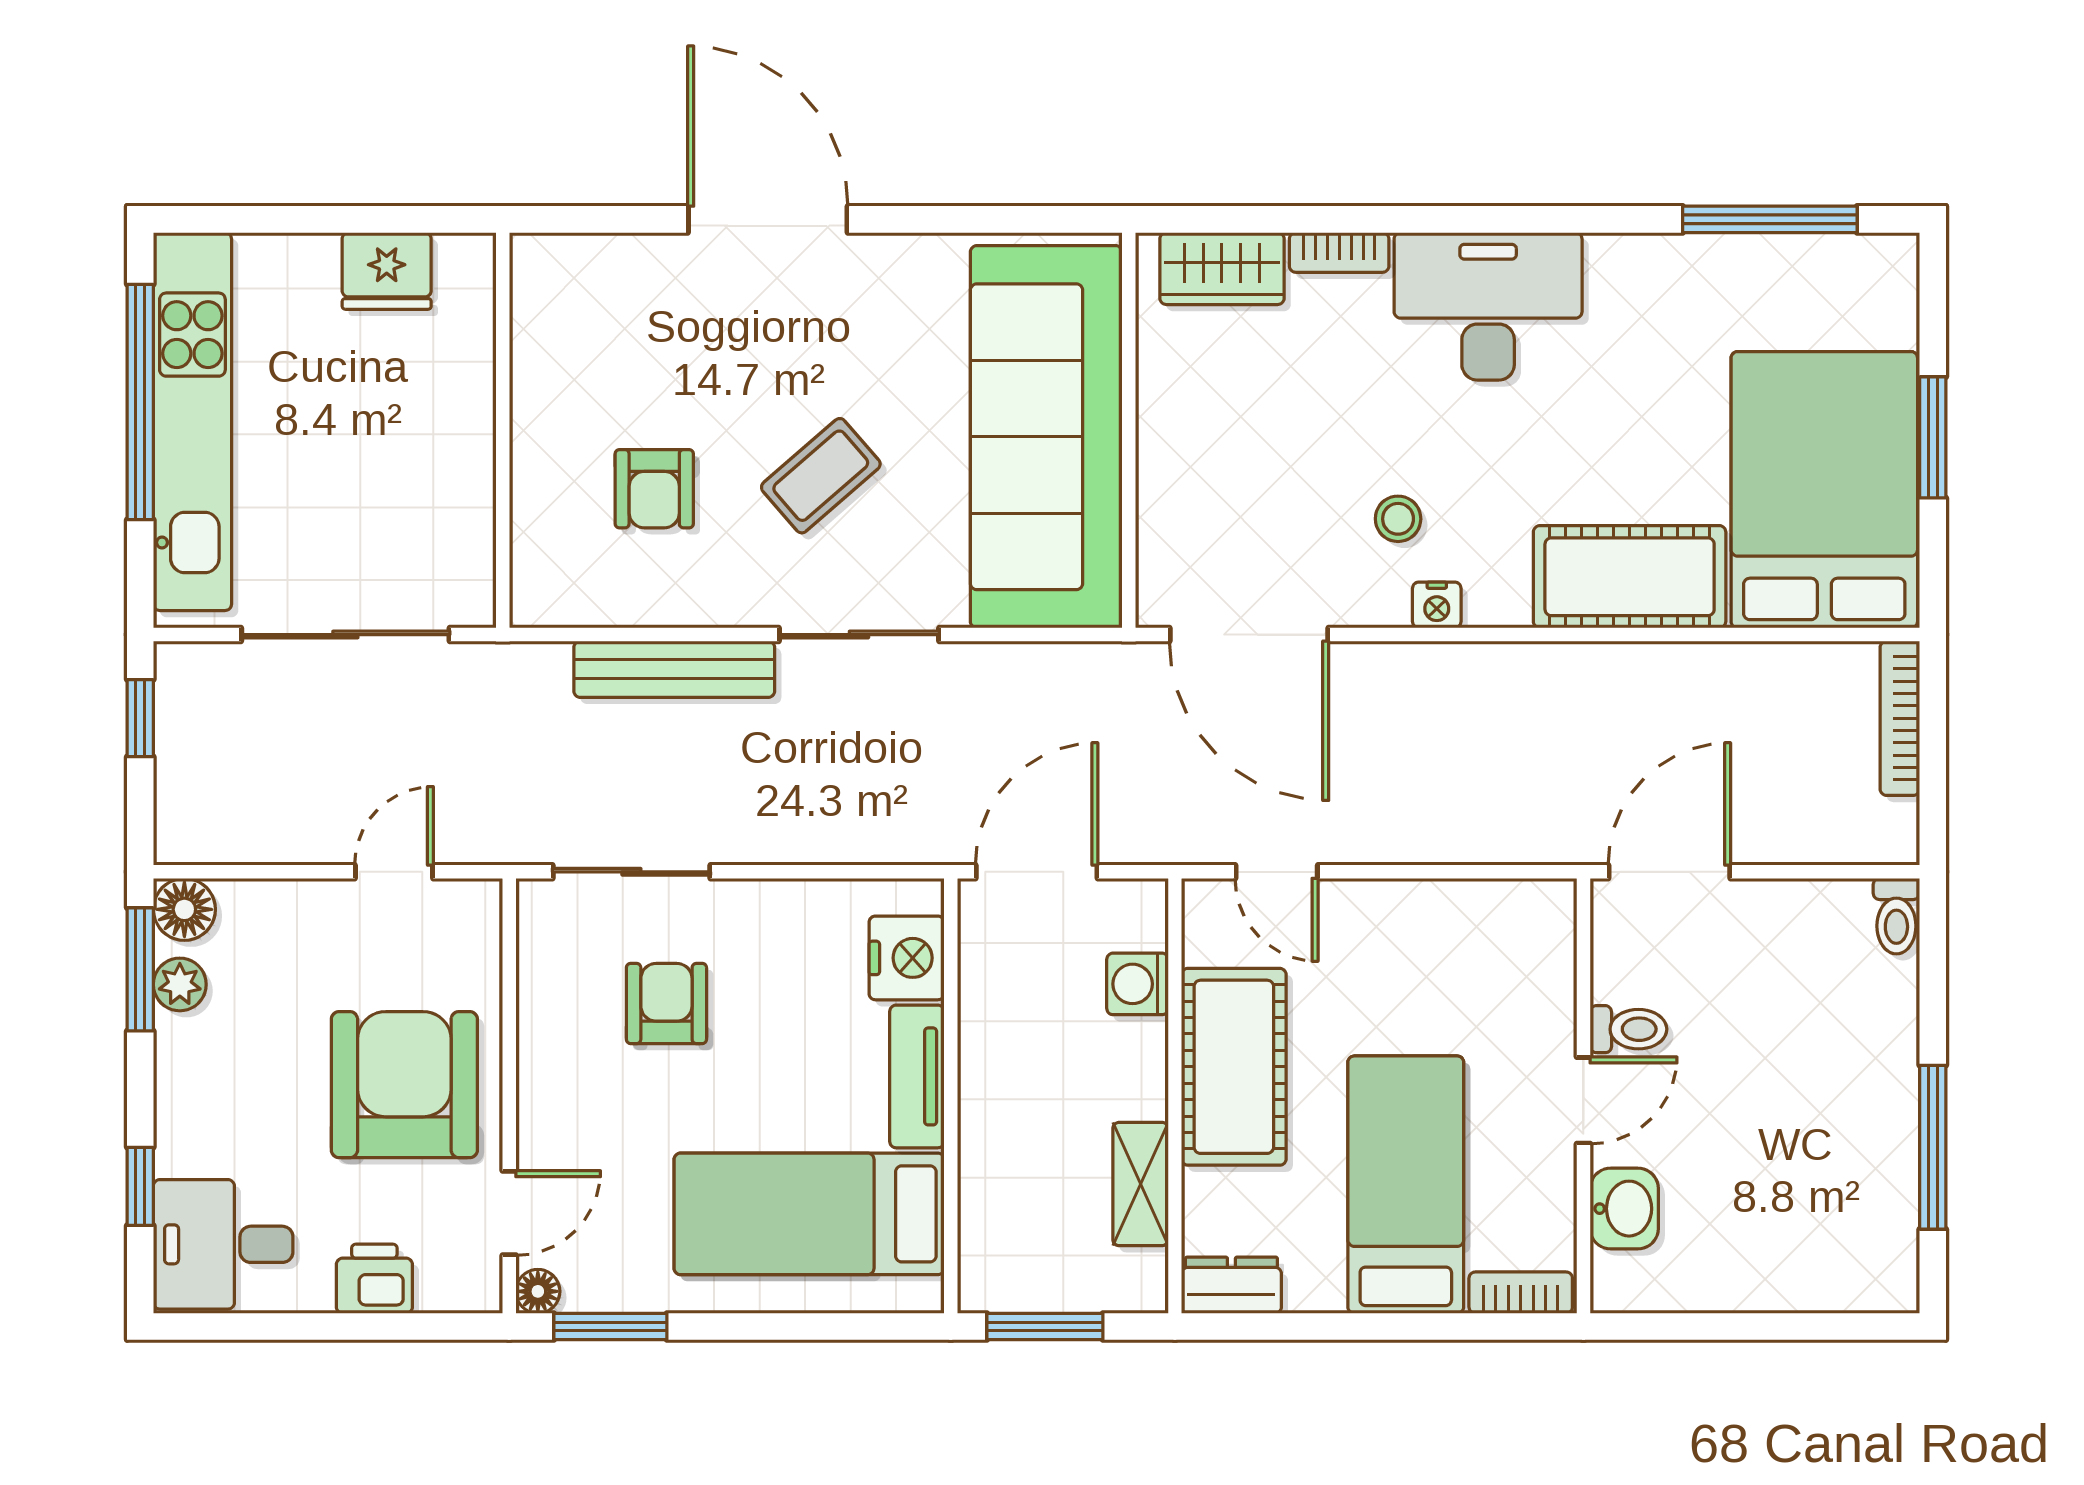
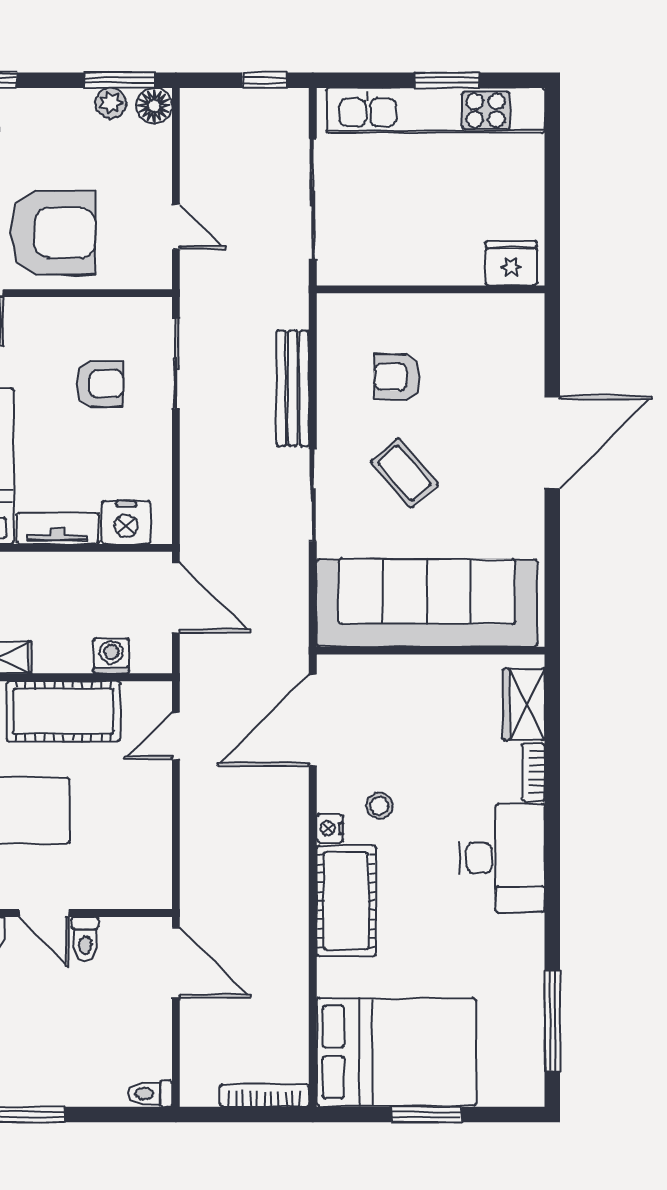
fridge: (387, 271) -> (511, 263), moved, turned 90
window: (140, 402) -> (447, 80), width x0.47
cot: (1630, 577) -> (346, 901), moved

